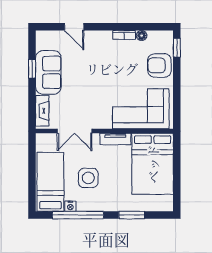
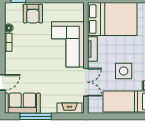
window: (32, 69) -> (36, 116), width x2.17
sofa: (48, 72) -> (22, 103), moved
corner sofa: (141, 109) -> (68, 44), moved

